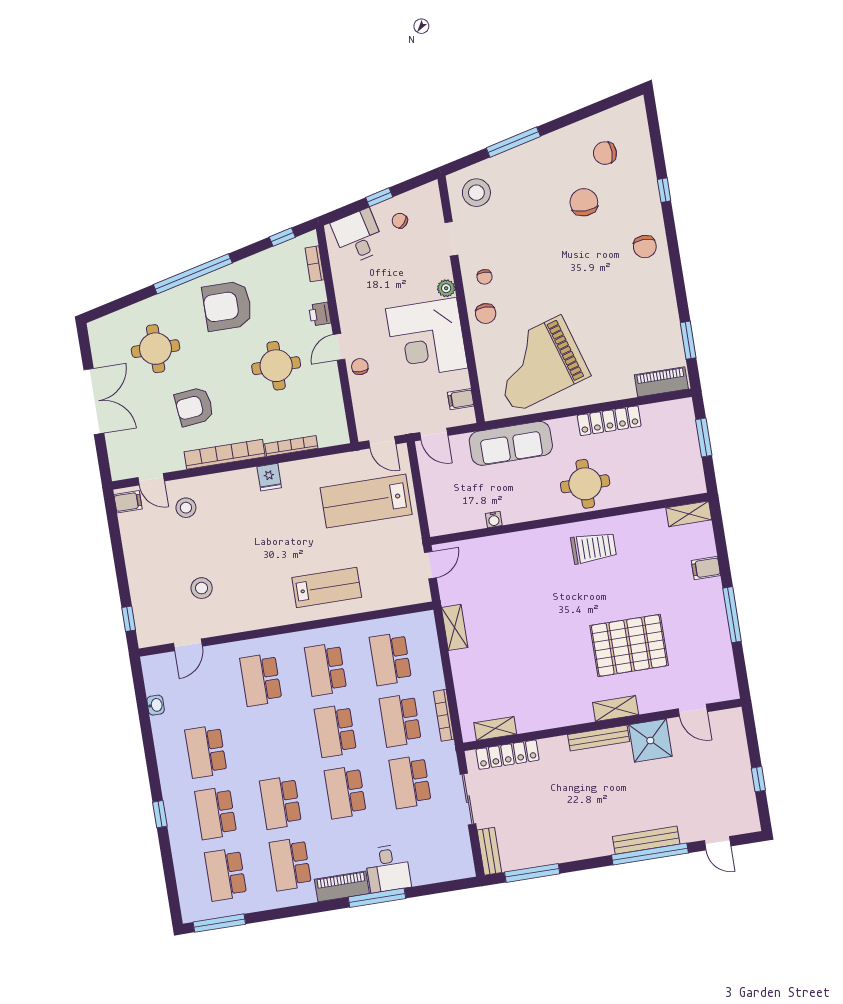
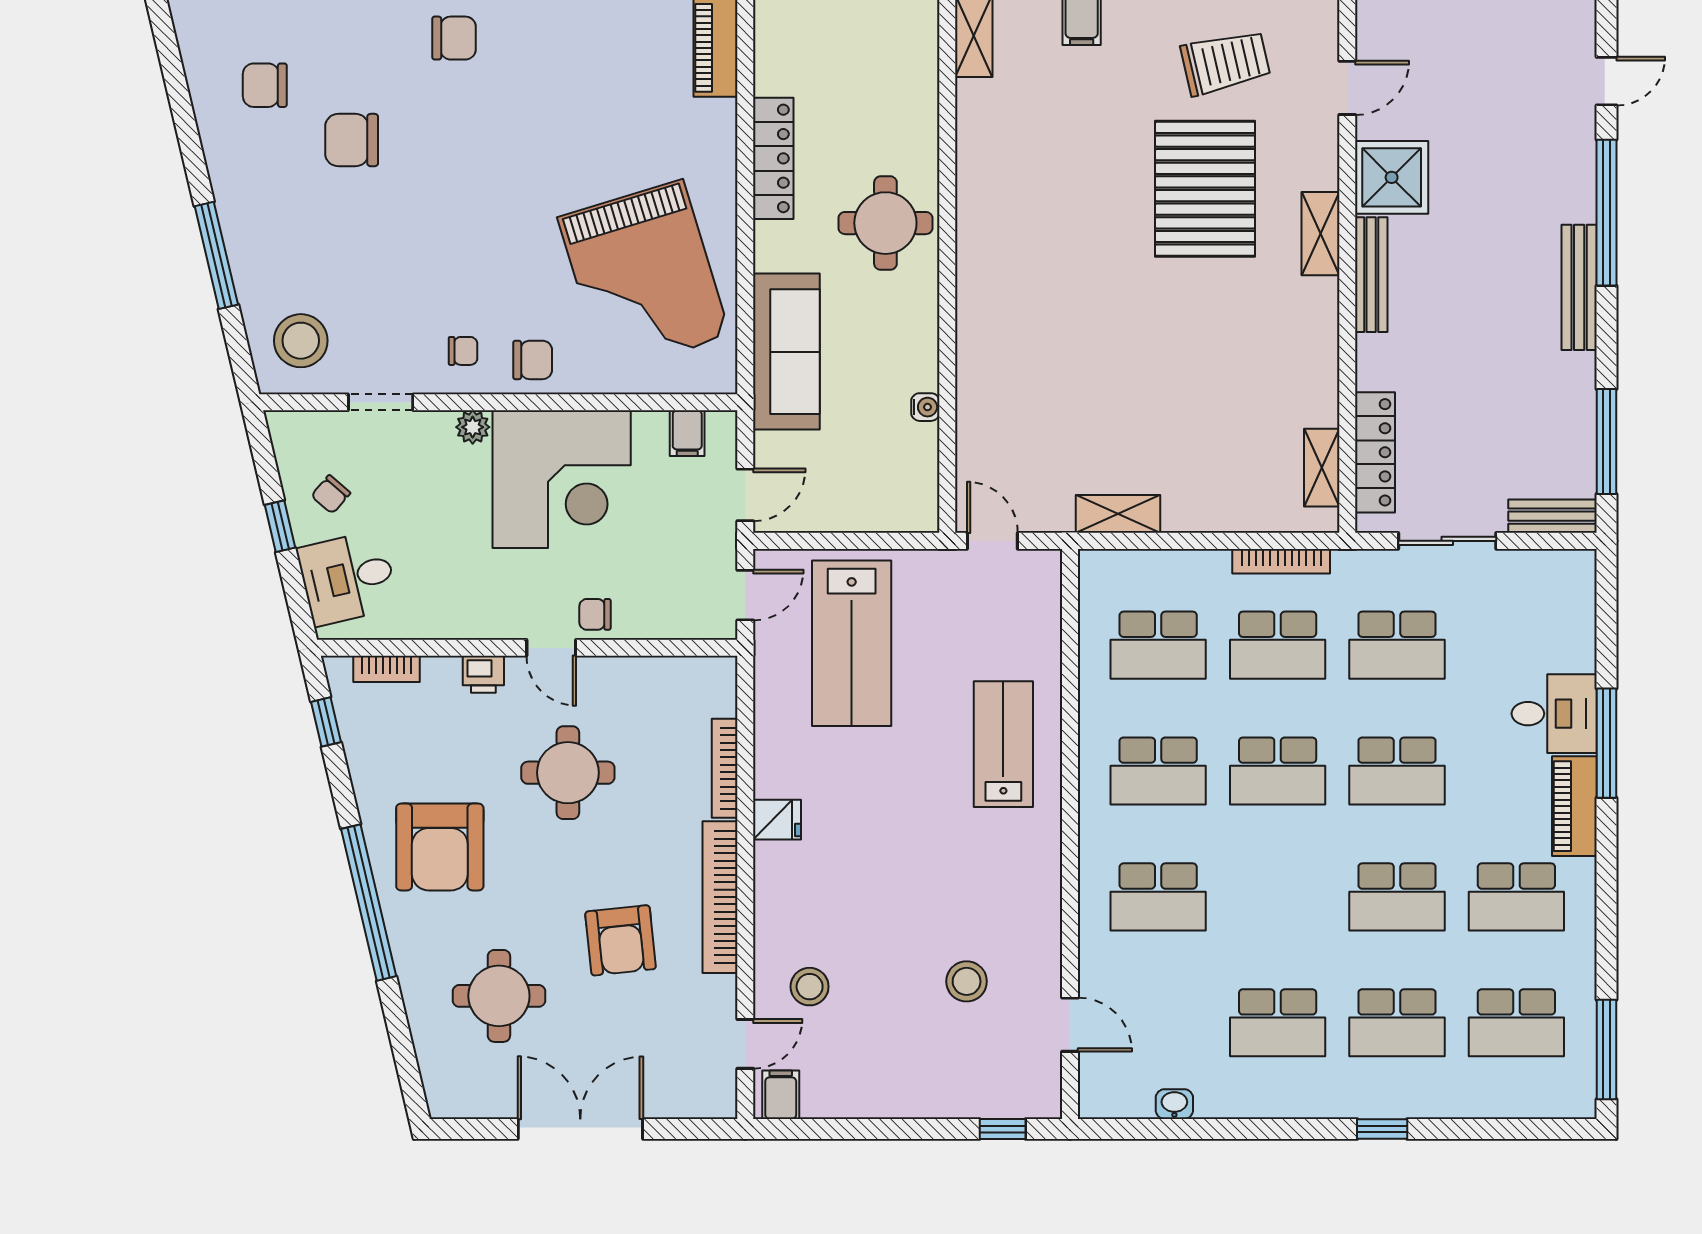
chair: (605, 153) -> (265, 85), turned 90
trolley: (594, 548) -> (1225, 62), moved, turned 77
bench: (646, 840) -> (1579, 287), moved

